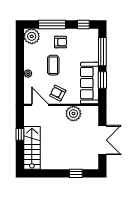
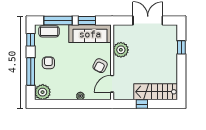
coffee table: (53, 65) -> (49, 31), moved

